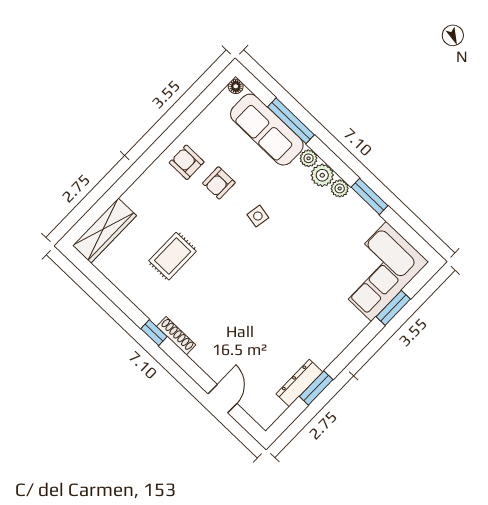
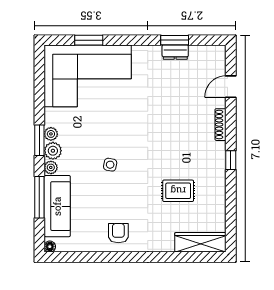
armchair: (187, 162) -> (118, 233), turned 180
armchair: (219, 183) -> (113, 204), removed
window: (370, 196) -> (39, 140), moved
corner sofa: (379, 271) -> (88, 76), width x1.36, depth x1.36
shoe rack: (176, 336) -> (221, 125), moved
dresser: (299, 383) -> (175, 52), width x0.70

